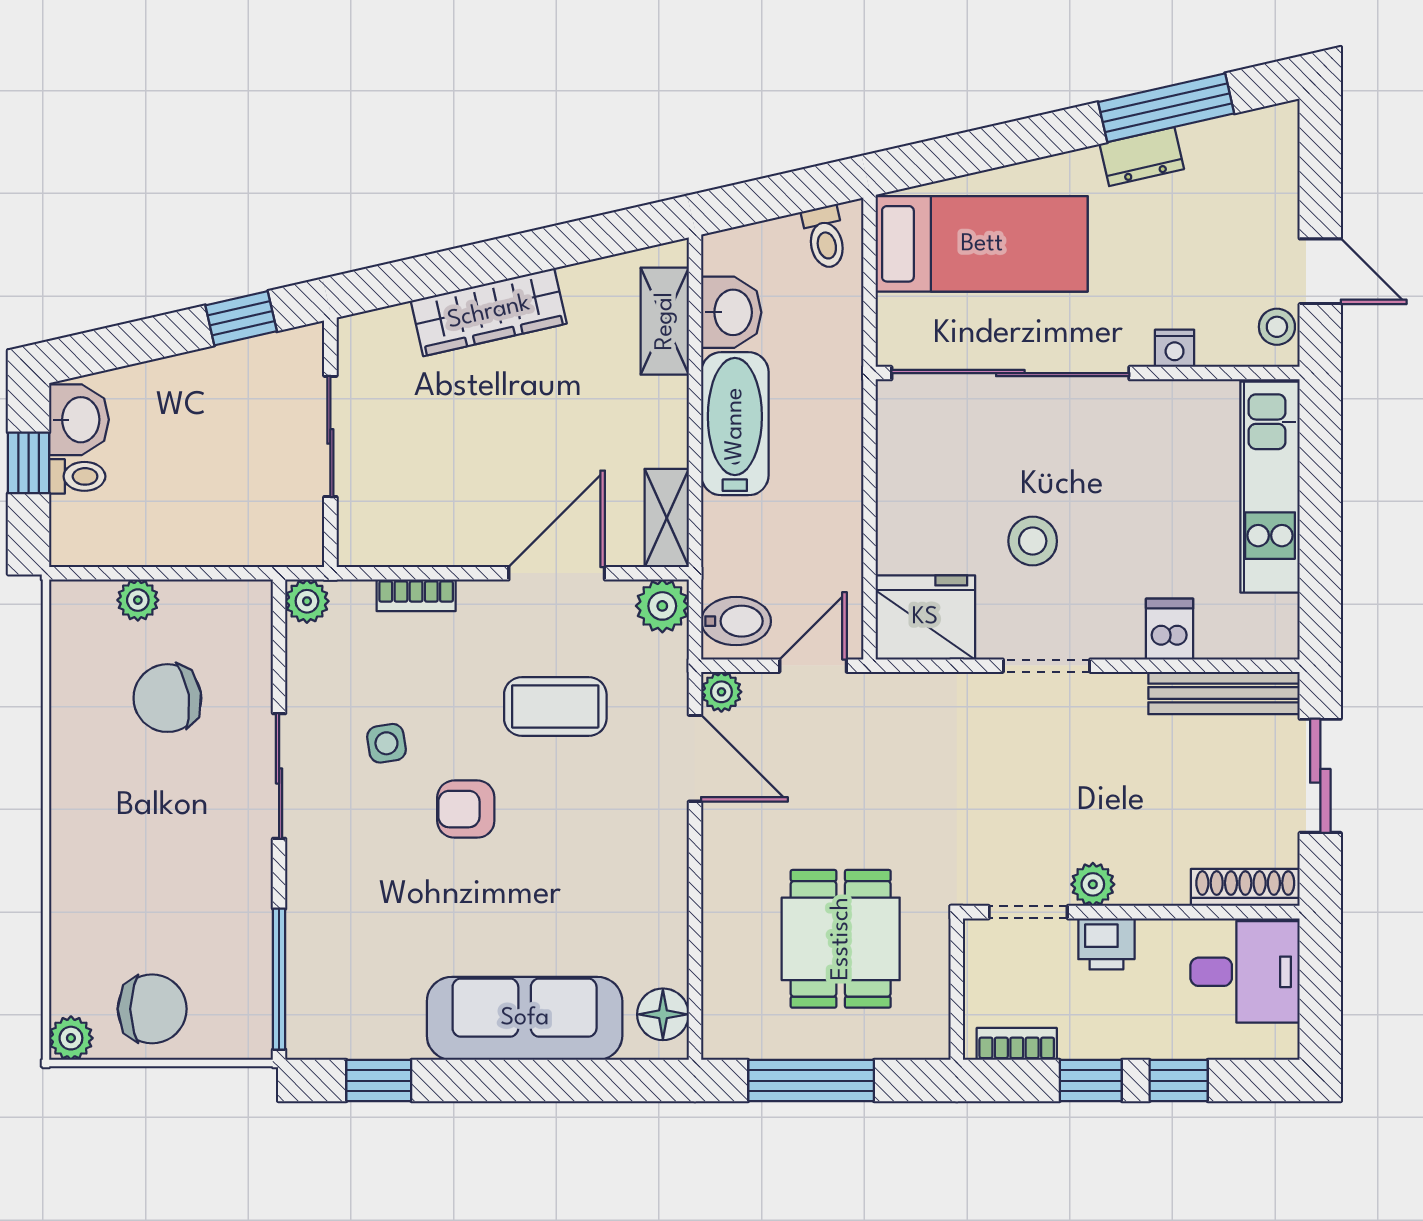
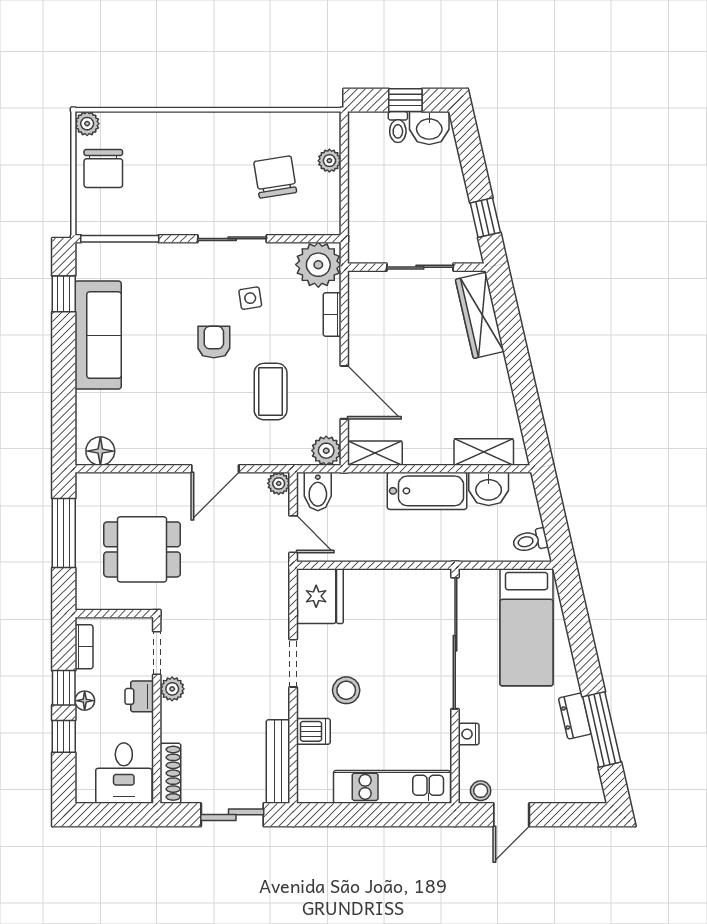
wardrobe: (489, 312) -> (480, 315), moved
stool: (1033, 541) -> (346, 690), moved
plant: (307, 601) -> (318, 265), width x1.87, depth x1.87
door: (695, 758) -> (215, 469), moved
sofa: (525, 1018) -> (98, 335), moved
floor lamp: (1114, 1042) -> (85, 701), added

